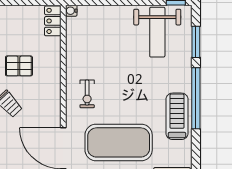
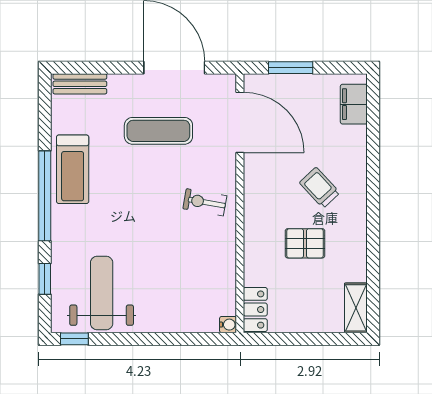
window: (196, 42) -> (45, 279), width x0.67
exercise bike: (87, 94) -> (205, 202), turned -80
exercise mat: (119, 142) -> (158, 131), width x0.50, depth x0.69

